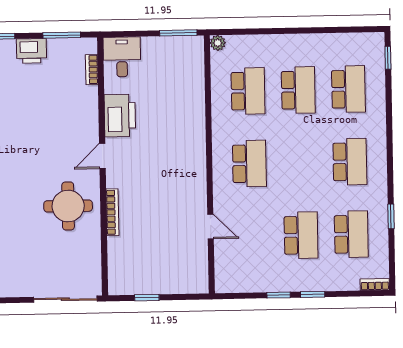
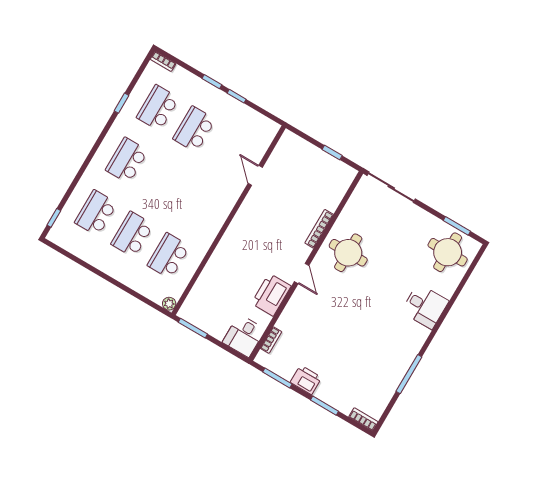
door: (102, 156) -> (302, 273), hinge flipped
school desk: (249, 164) -> (200, 203), removed

